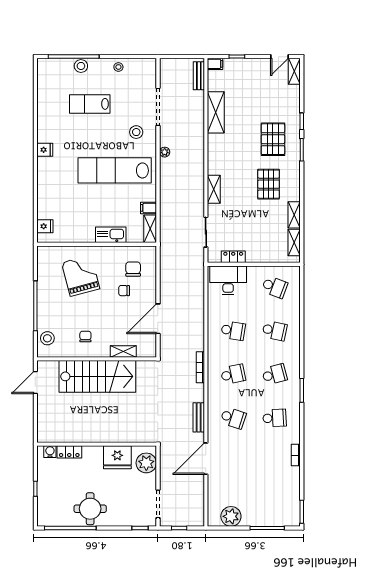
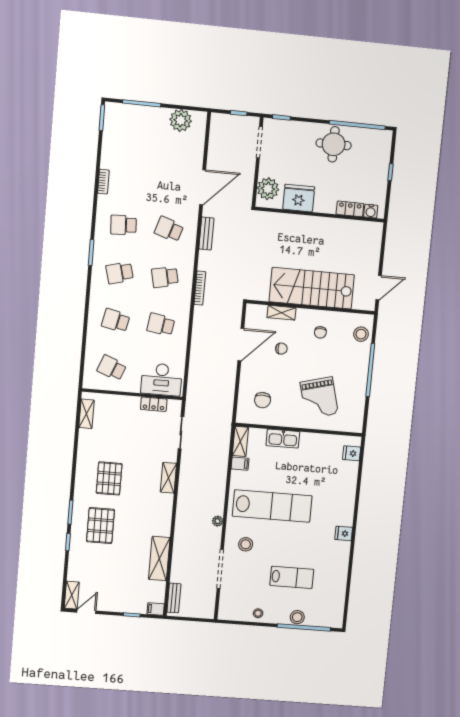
shelving: (294, 215) -> (84, 443), removed
chair: (124, 291) -> (281, 349), moved

